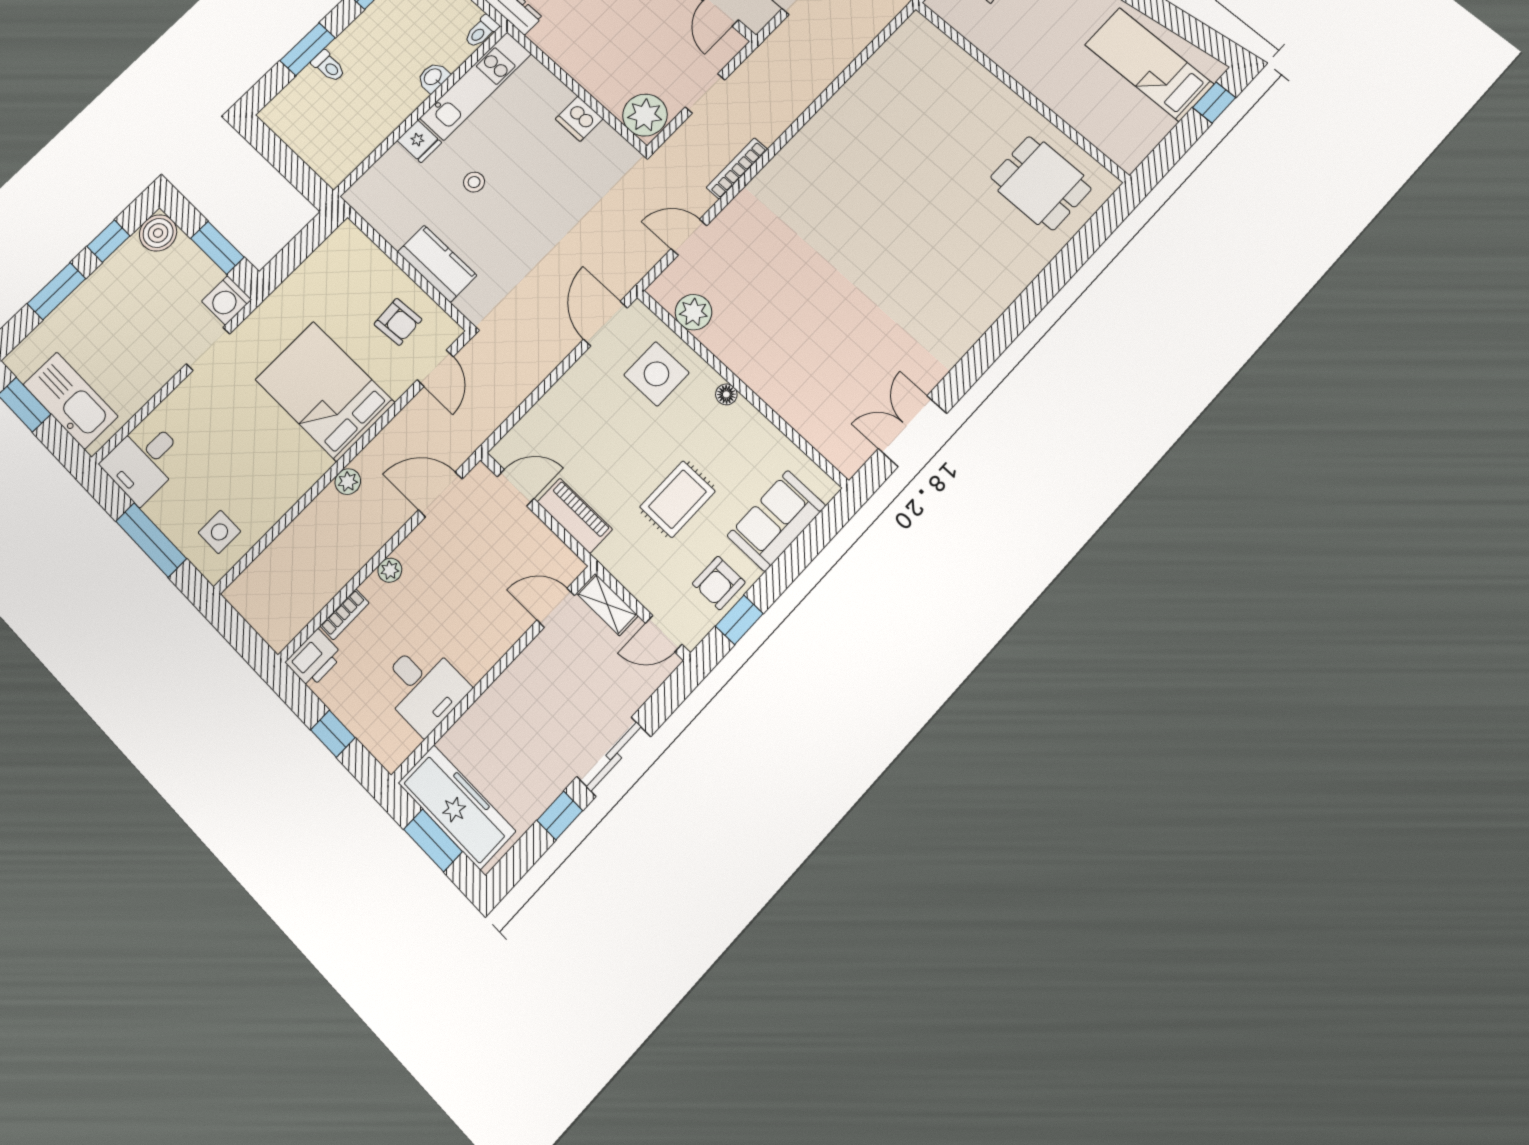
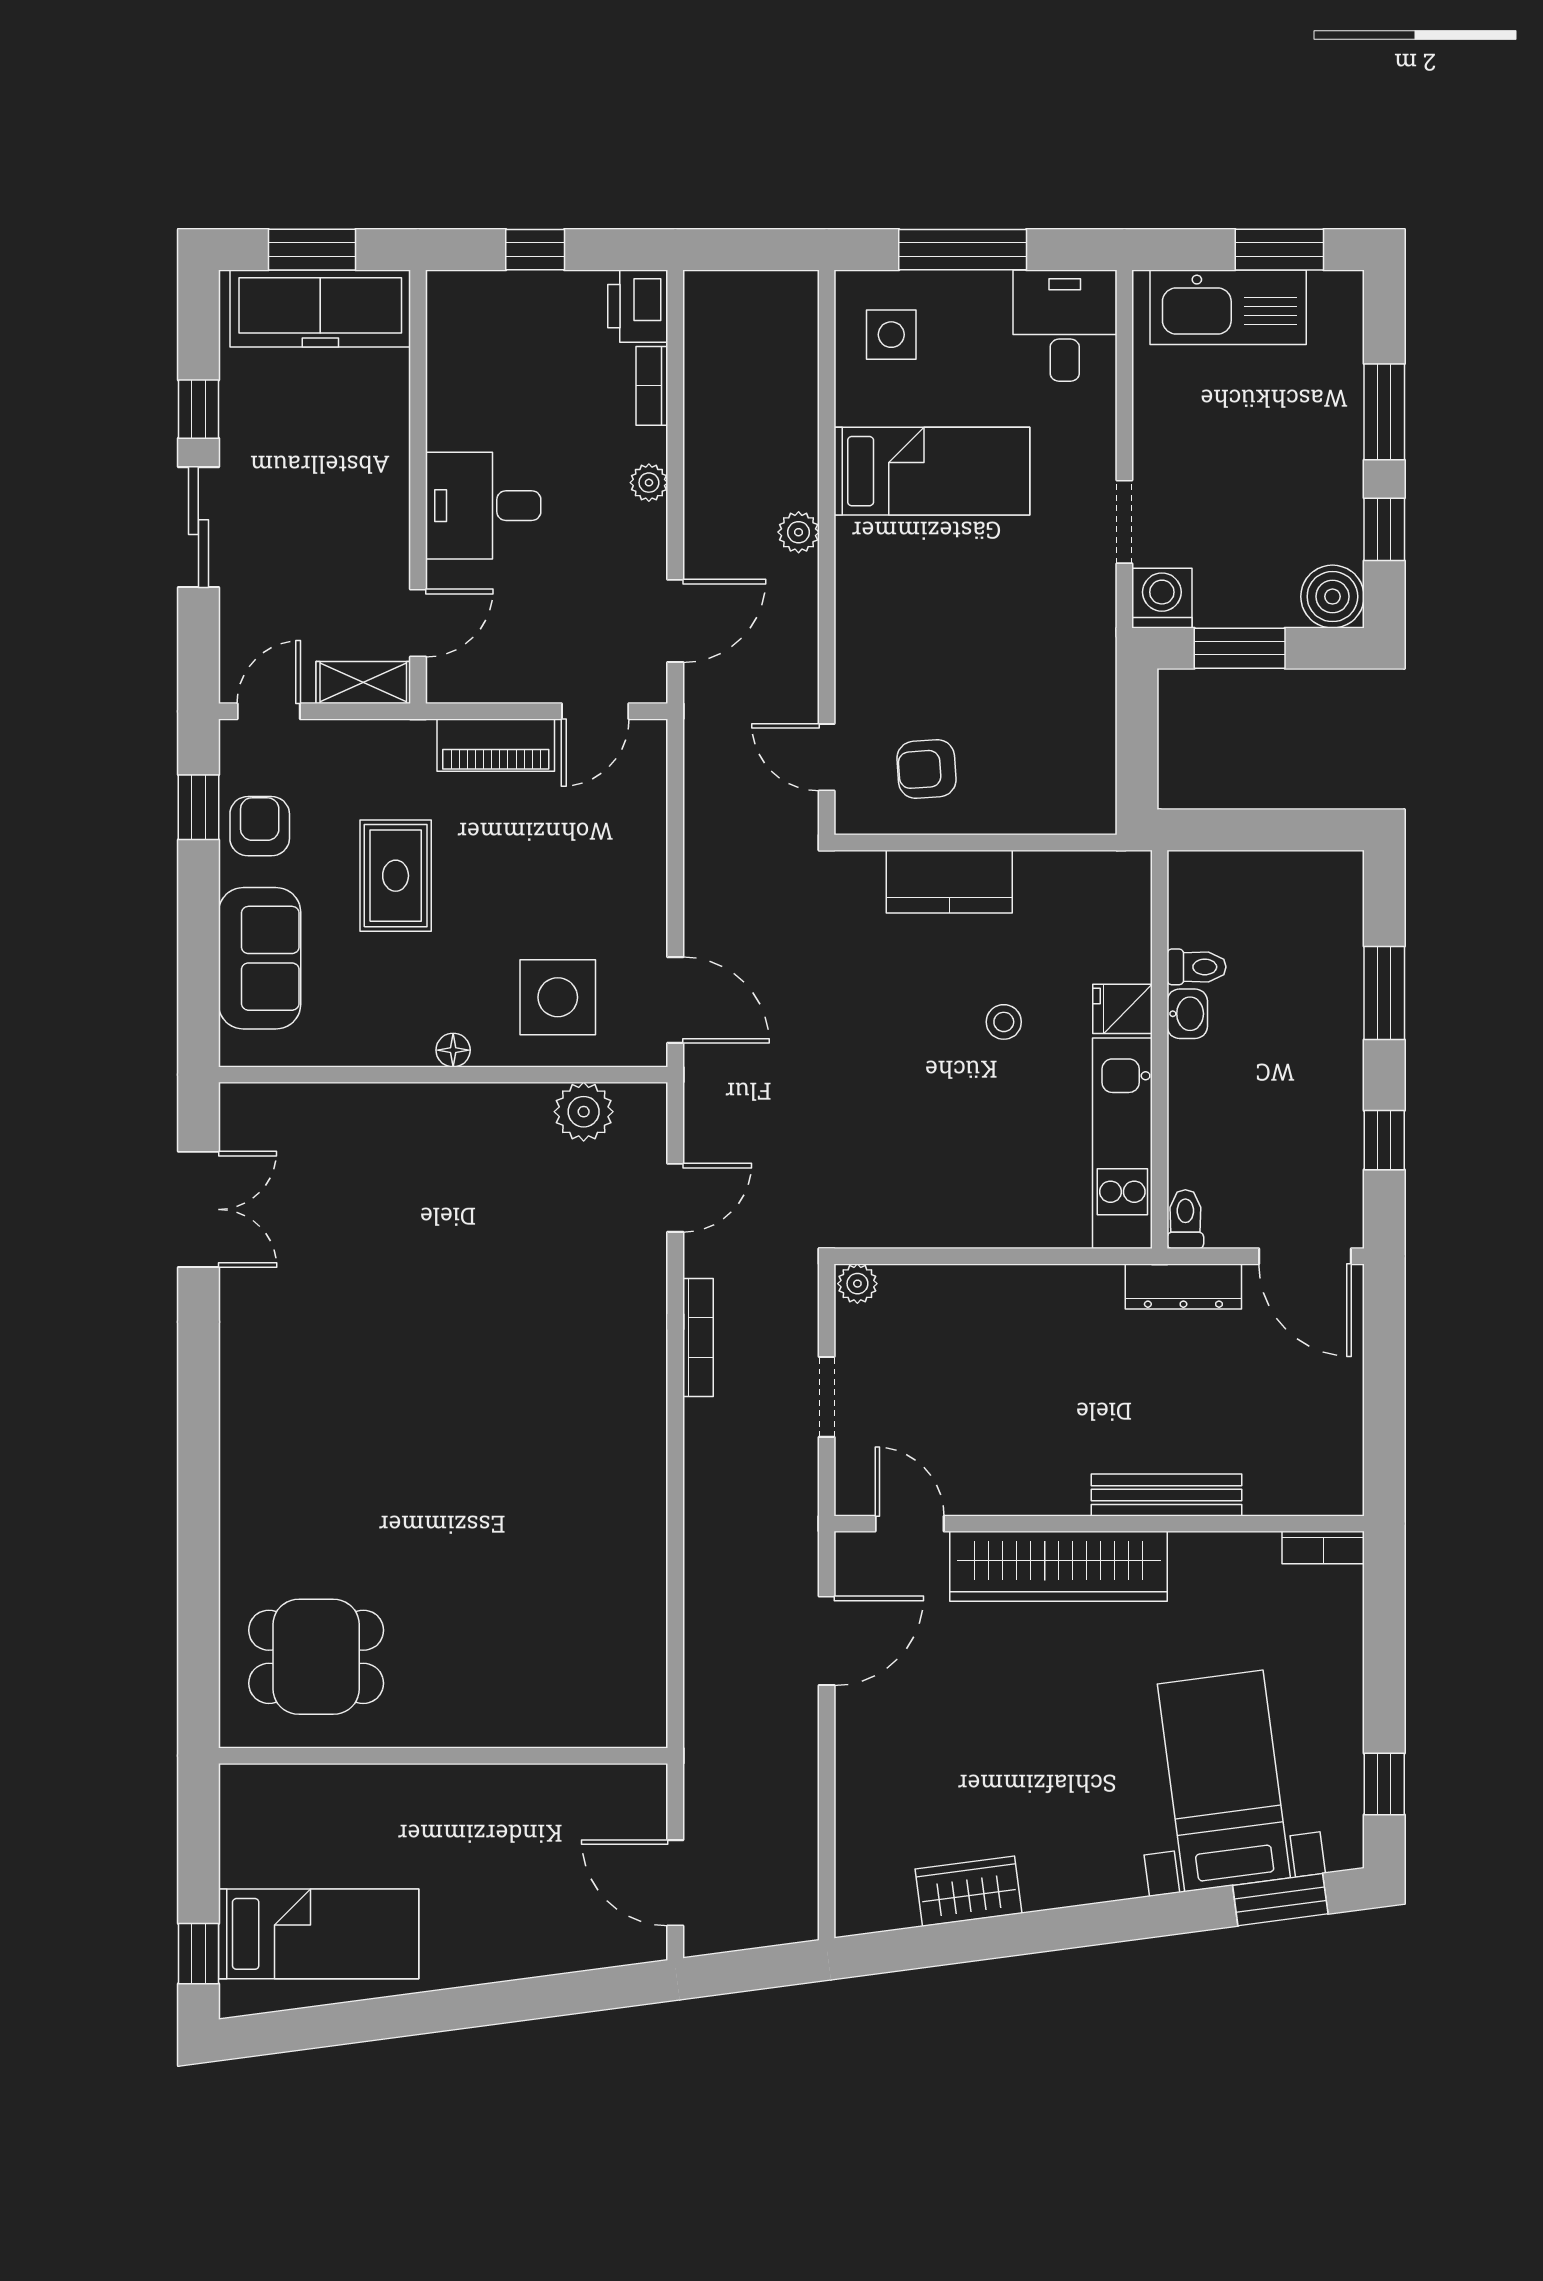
toilet: (328, 66) -> (1197, 967), moved, turned 180
washbasin: (433, 77) -> (1187, 1014), moved
plant: (645, 115) -> (857, 1284), width x0.53, depth x0.53
dishwasher: (579, 119) -> (952, 1221), removed
bed: (325, 391) -> (932, 471), moved, width x0.67
desk: (423, 687) -> (483, 506), moved

